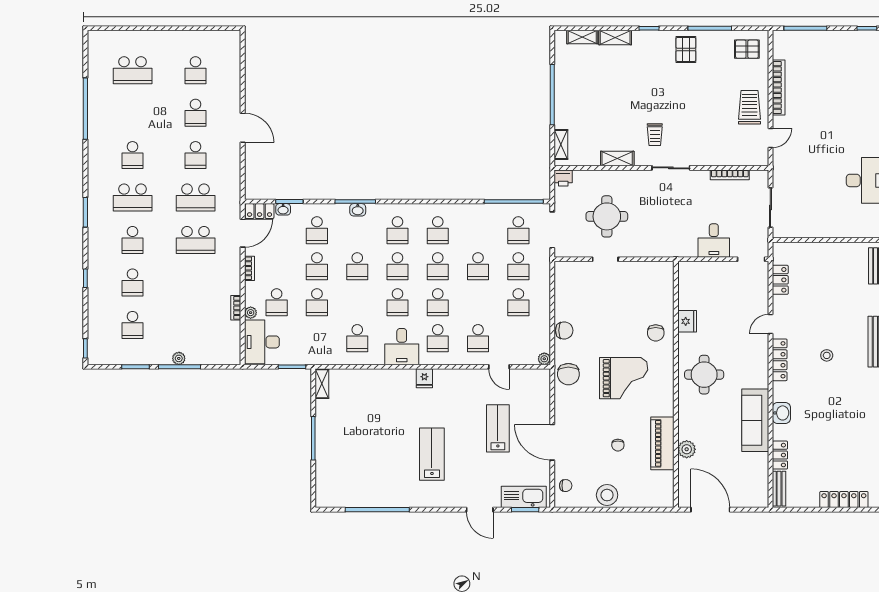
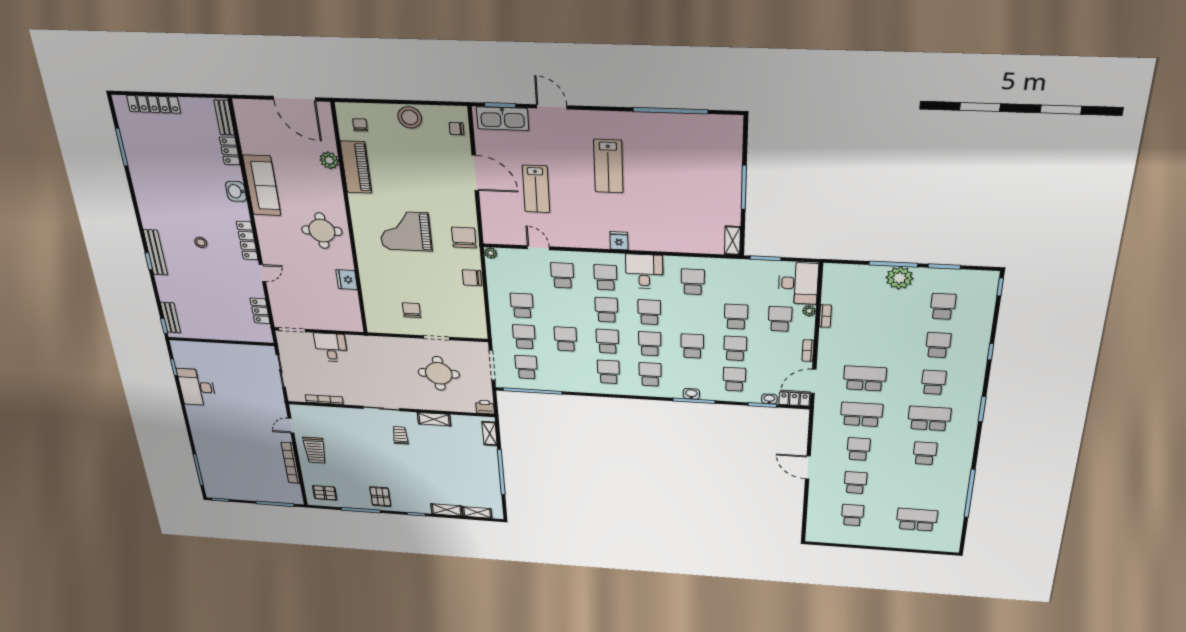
chair: (656, 333) -> (412, 310), moved
plant: (179, 358) -> (899, 278), width x1.88, depth x1.88
chair: (618, 445) -> (360, 125), moved

